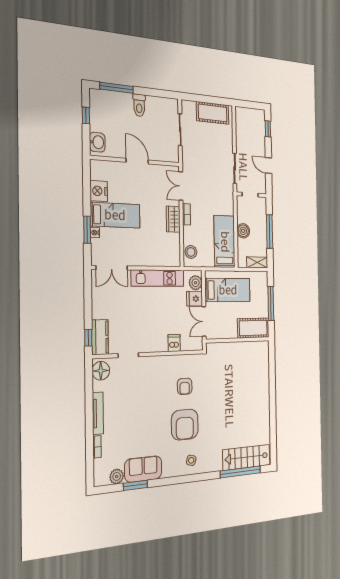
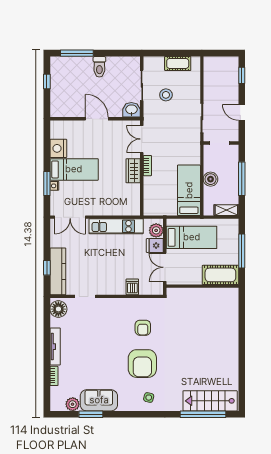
cot: (213, 113) -> (178, 63), width x0.73, depth x0.75
washbasin: (97, 142) -> (131, 110), moved, turned -90
stool: (191, 252) -> (166, 95), moved
kitchen counter: (100, 337) -> (58, 271), width x1.50
window: (88, 338) -> (47, 268), moved

